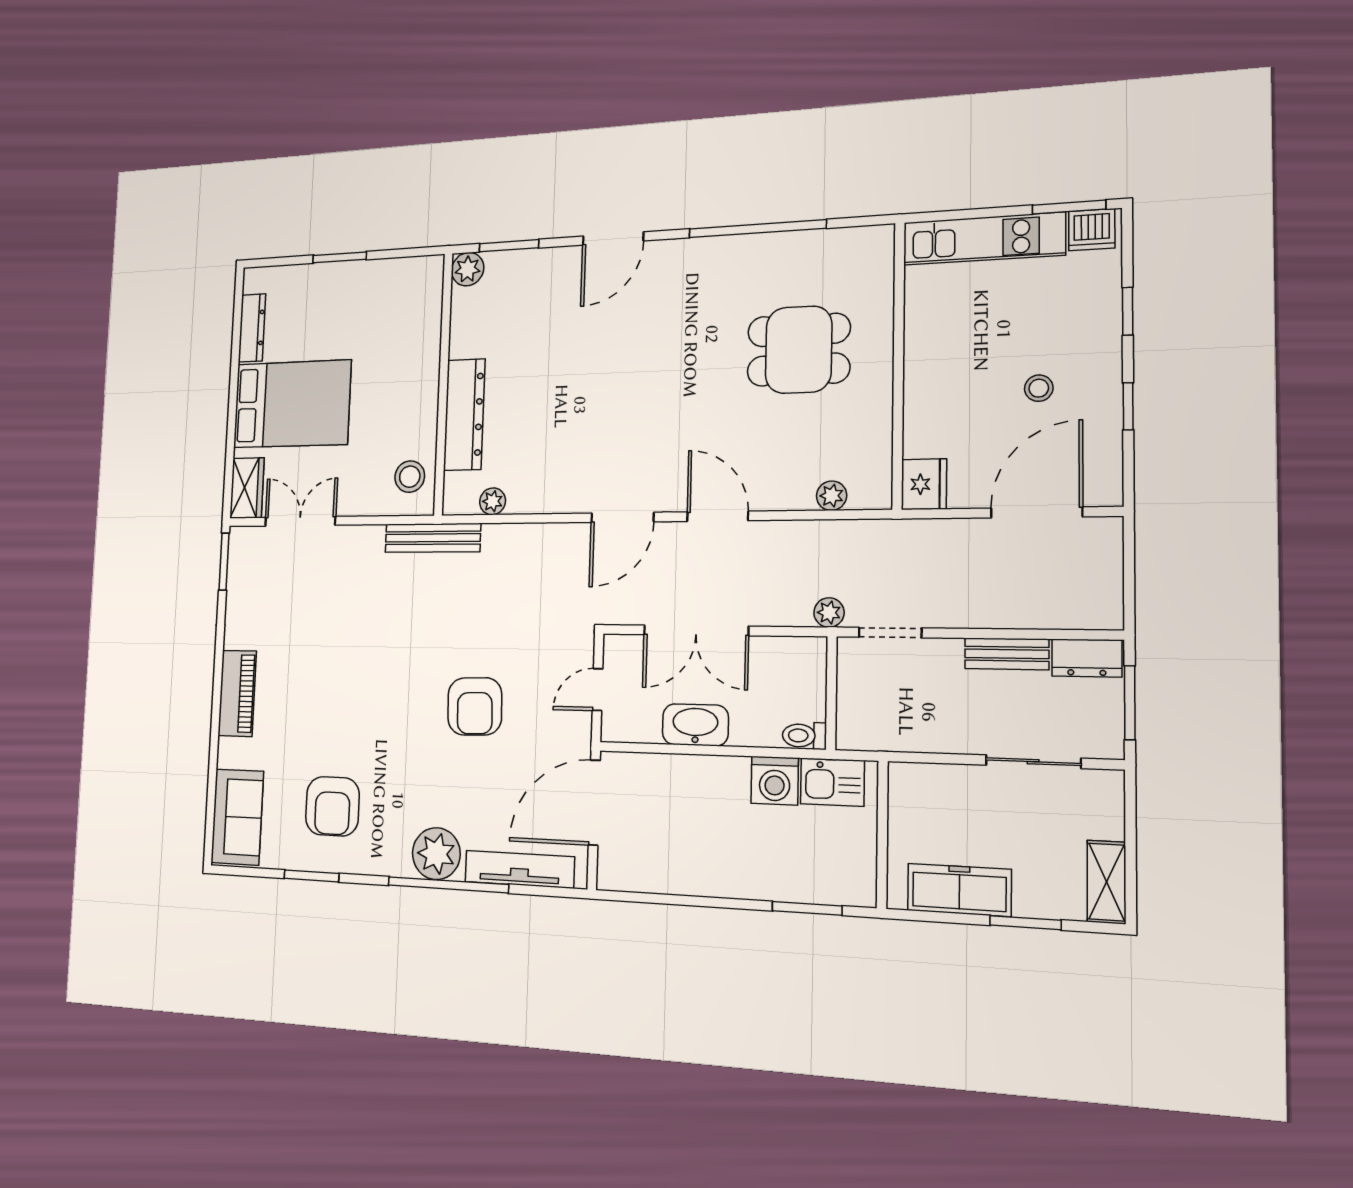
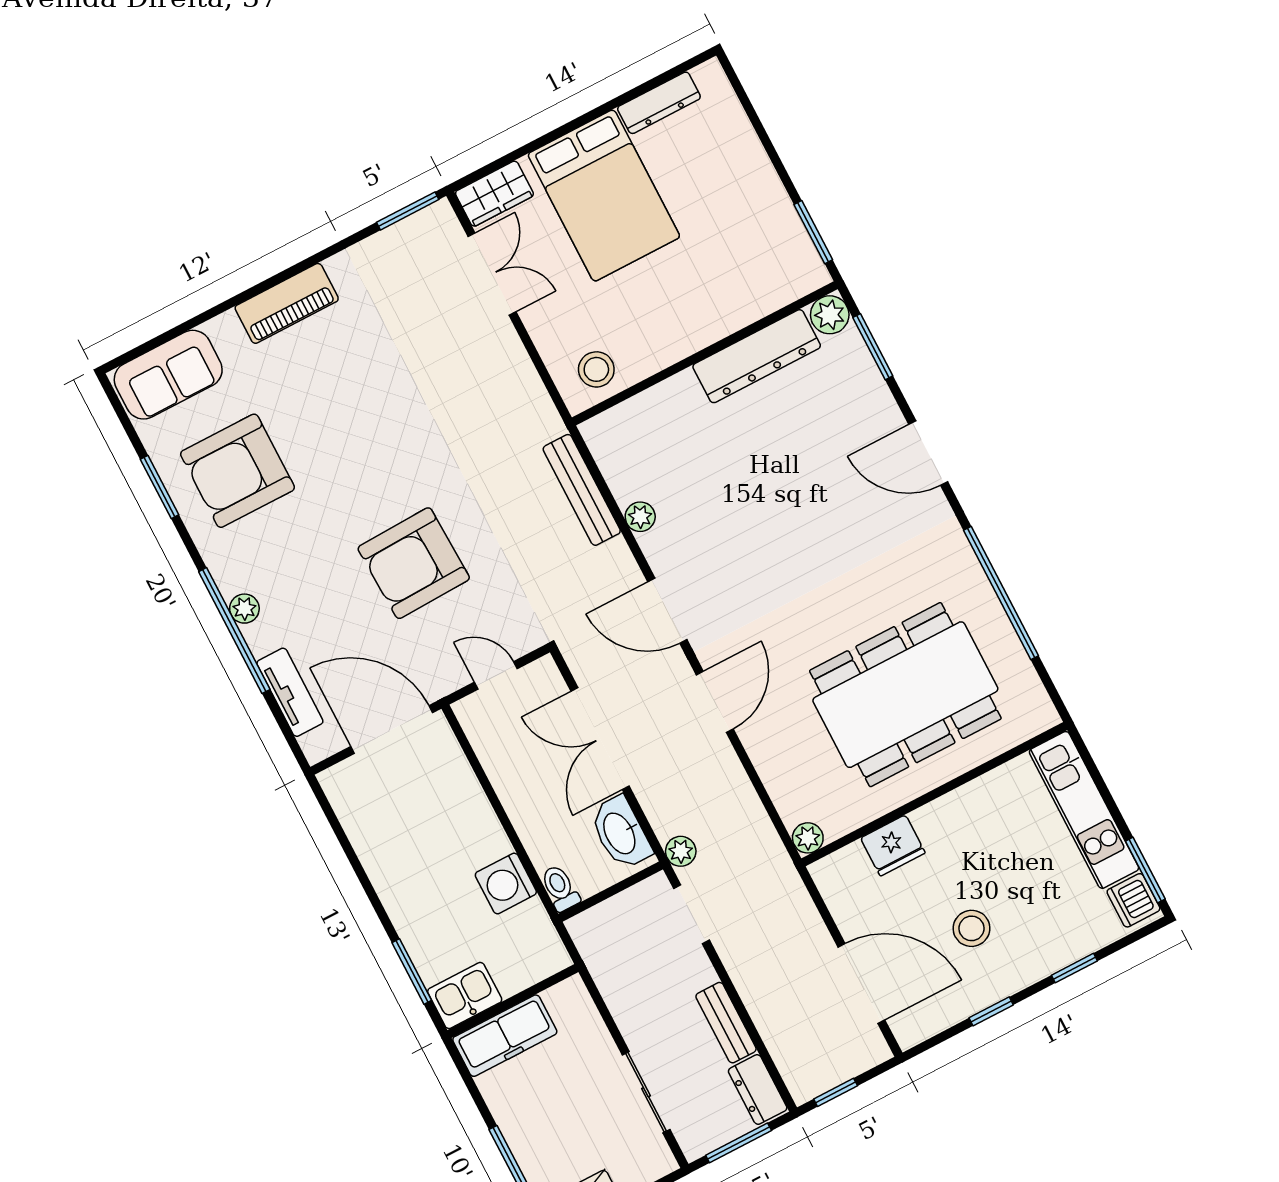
window: (340, 257) -> (813, 232), moved
dining table: (799, 350) -> (905, 695), width x1.88, depth x1.24
stool: (1039, 388) -> (972, 928), width x1.37, depth x1.37
dresser: (464, 415) -> (757, 356), moved
fridge: (924, 484) -> (893, 845), moved
plant: (832, 496) -> (808, 838), moved
plant: (493, 501) -> (640, 517), moved
bench: (433, 538) -> (582, 490), moved
window: (1129, 587) -> (836, 1092), added
armchair: (475, 706) -> (414, 563), width x1.36, depth x1.36
washbasin: (695, 725) -> (620, 833), moved, turned 180
kitchen sink: (832, 782) -> (465, 995), moved, turned 90
armchair: (332, 806) -> (237, 471), width x1.36, depth x1.36
plant: (436, 854) -> (244, 609), width x0.53, depth x0.53
tv unit: (519, 869) -> (290, 692), width x0.71
freezer: (959, 890) -> (505, 1036), moved, turned 90

